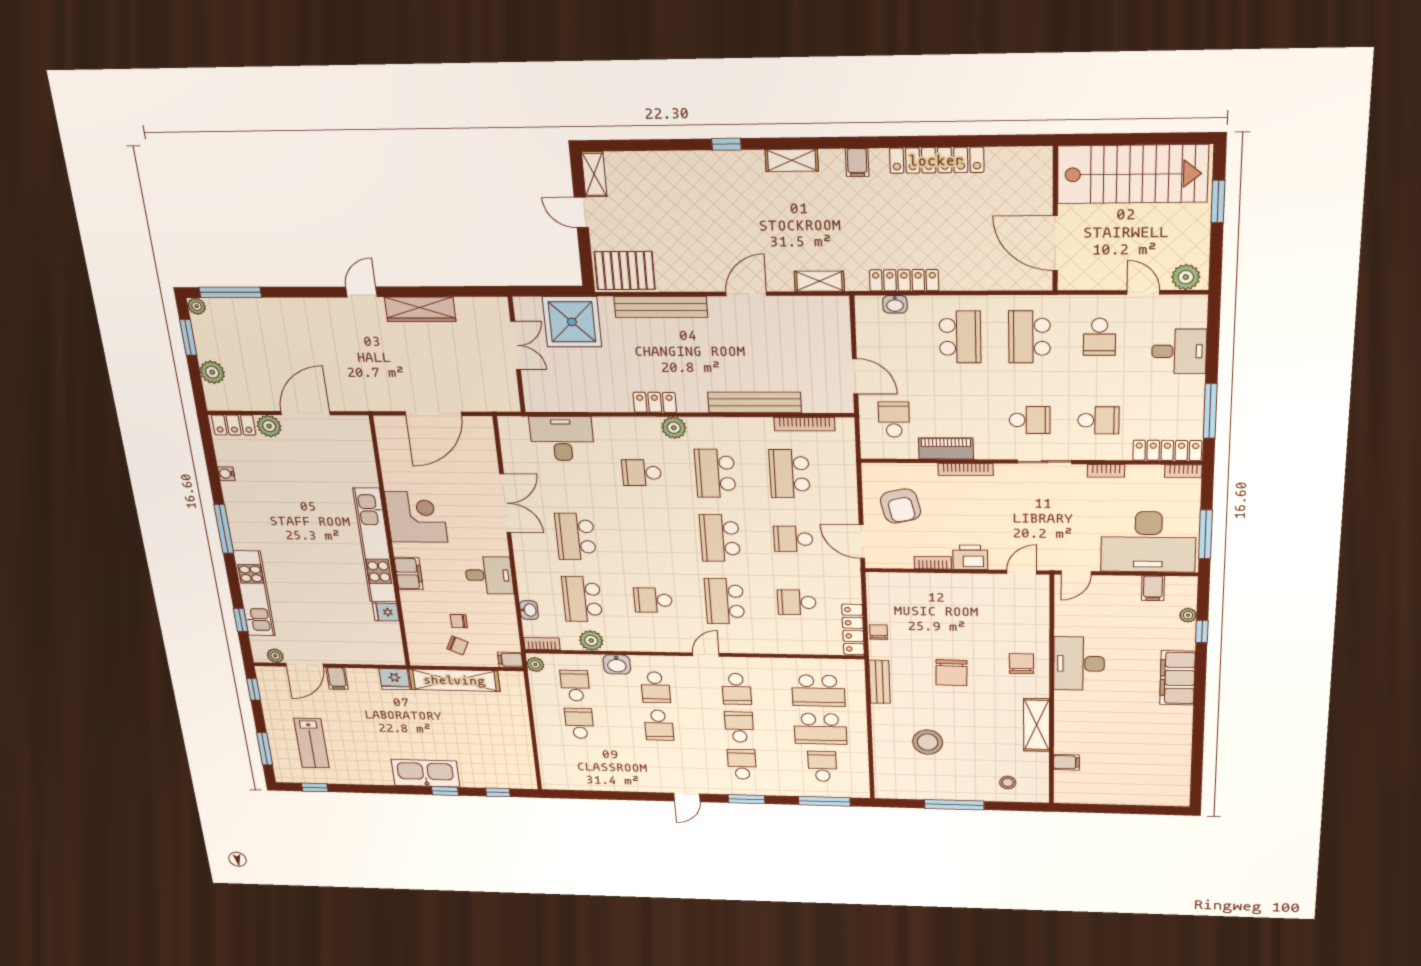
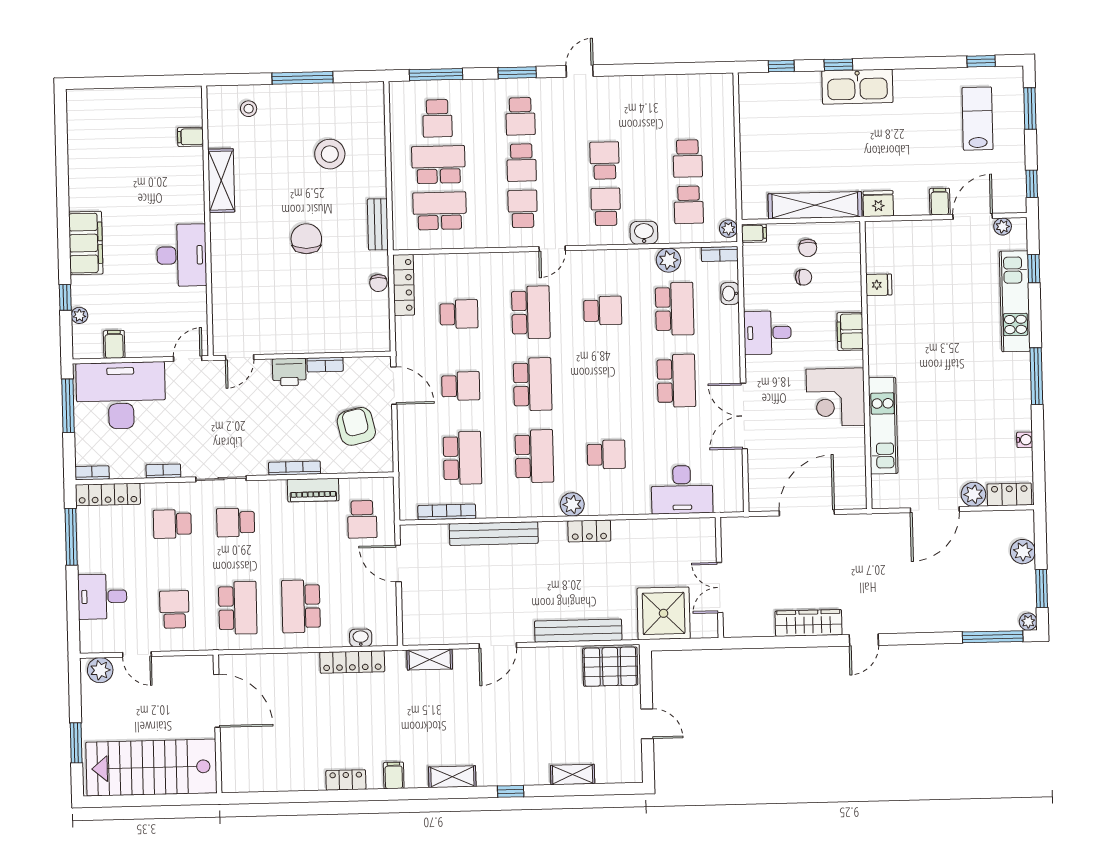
locker: (937, 160) -> (346, 780), width x0.46, depth x0.83
shelving: (594, 174) -> (573, 775), moved, turned 90
kitchen unit: (375, 545) -> (883, 426), moved, width x0.73
chair: (457, 645) -> (808, 248), turned -115
chair: (1021, 664) -> (238, 253), removed

